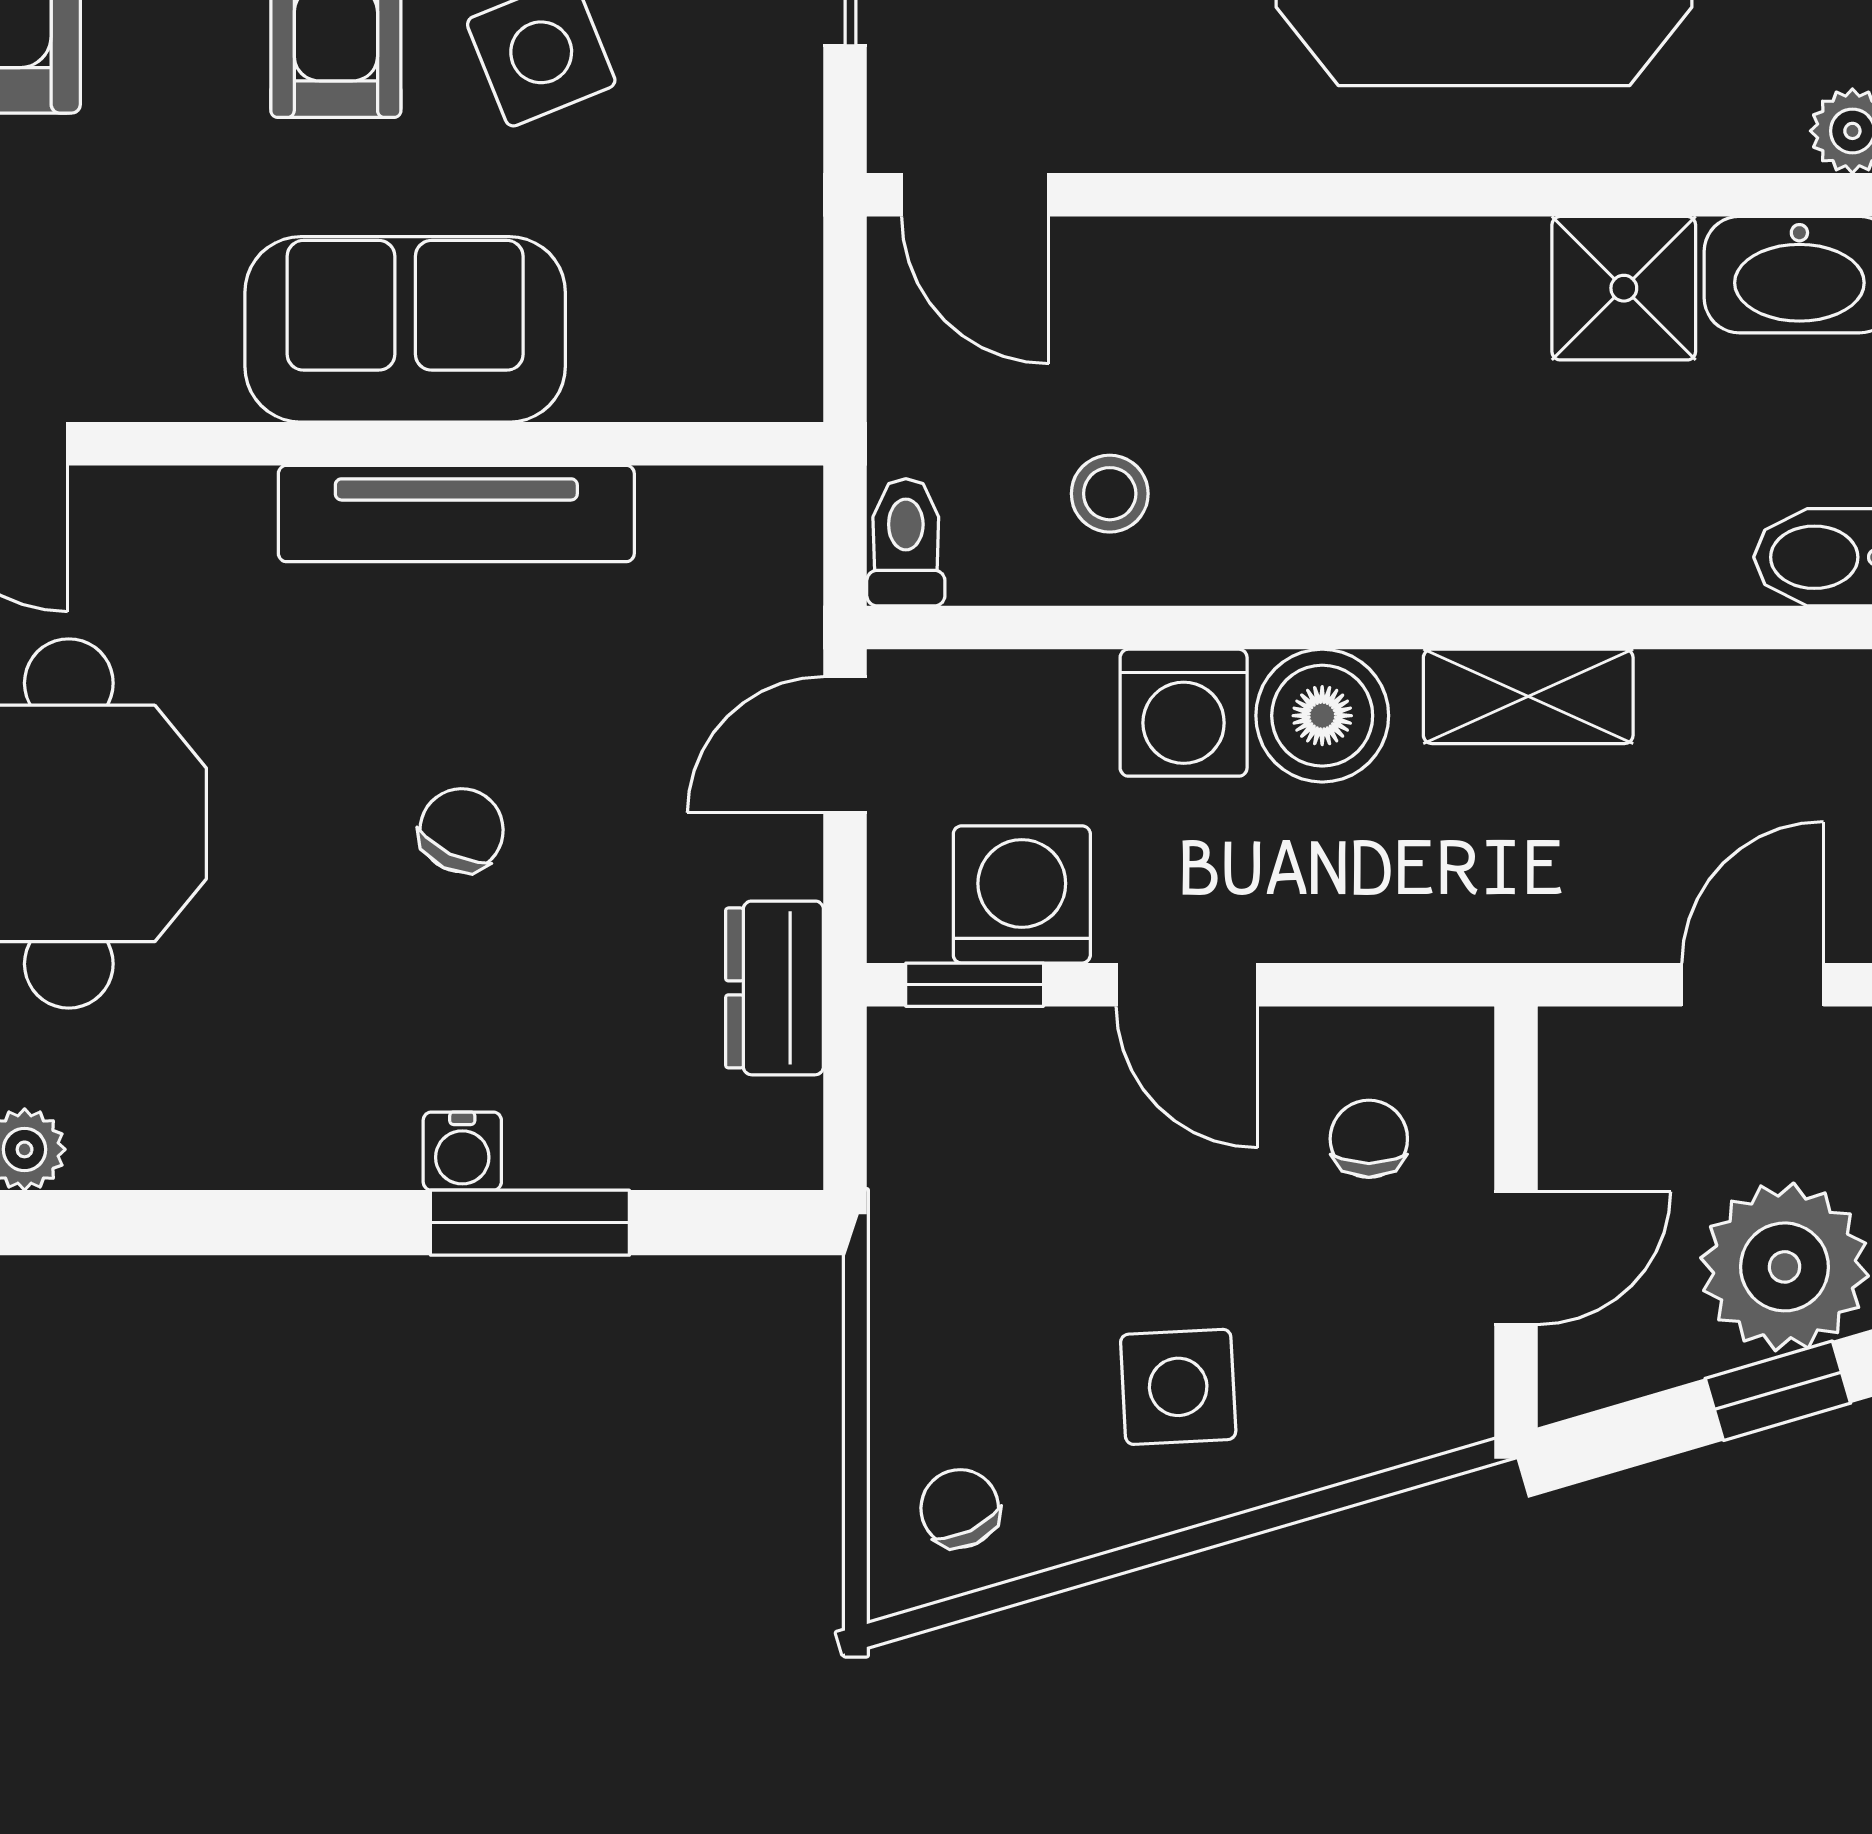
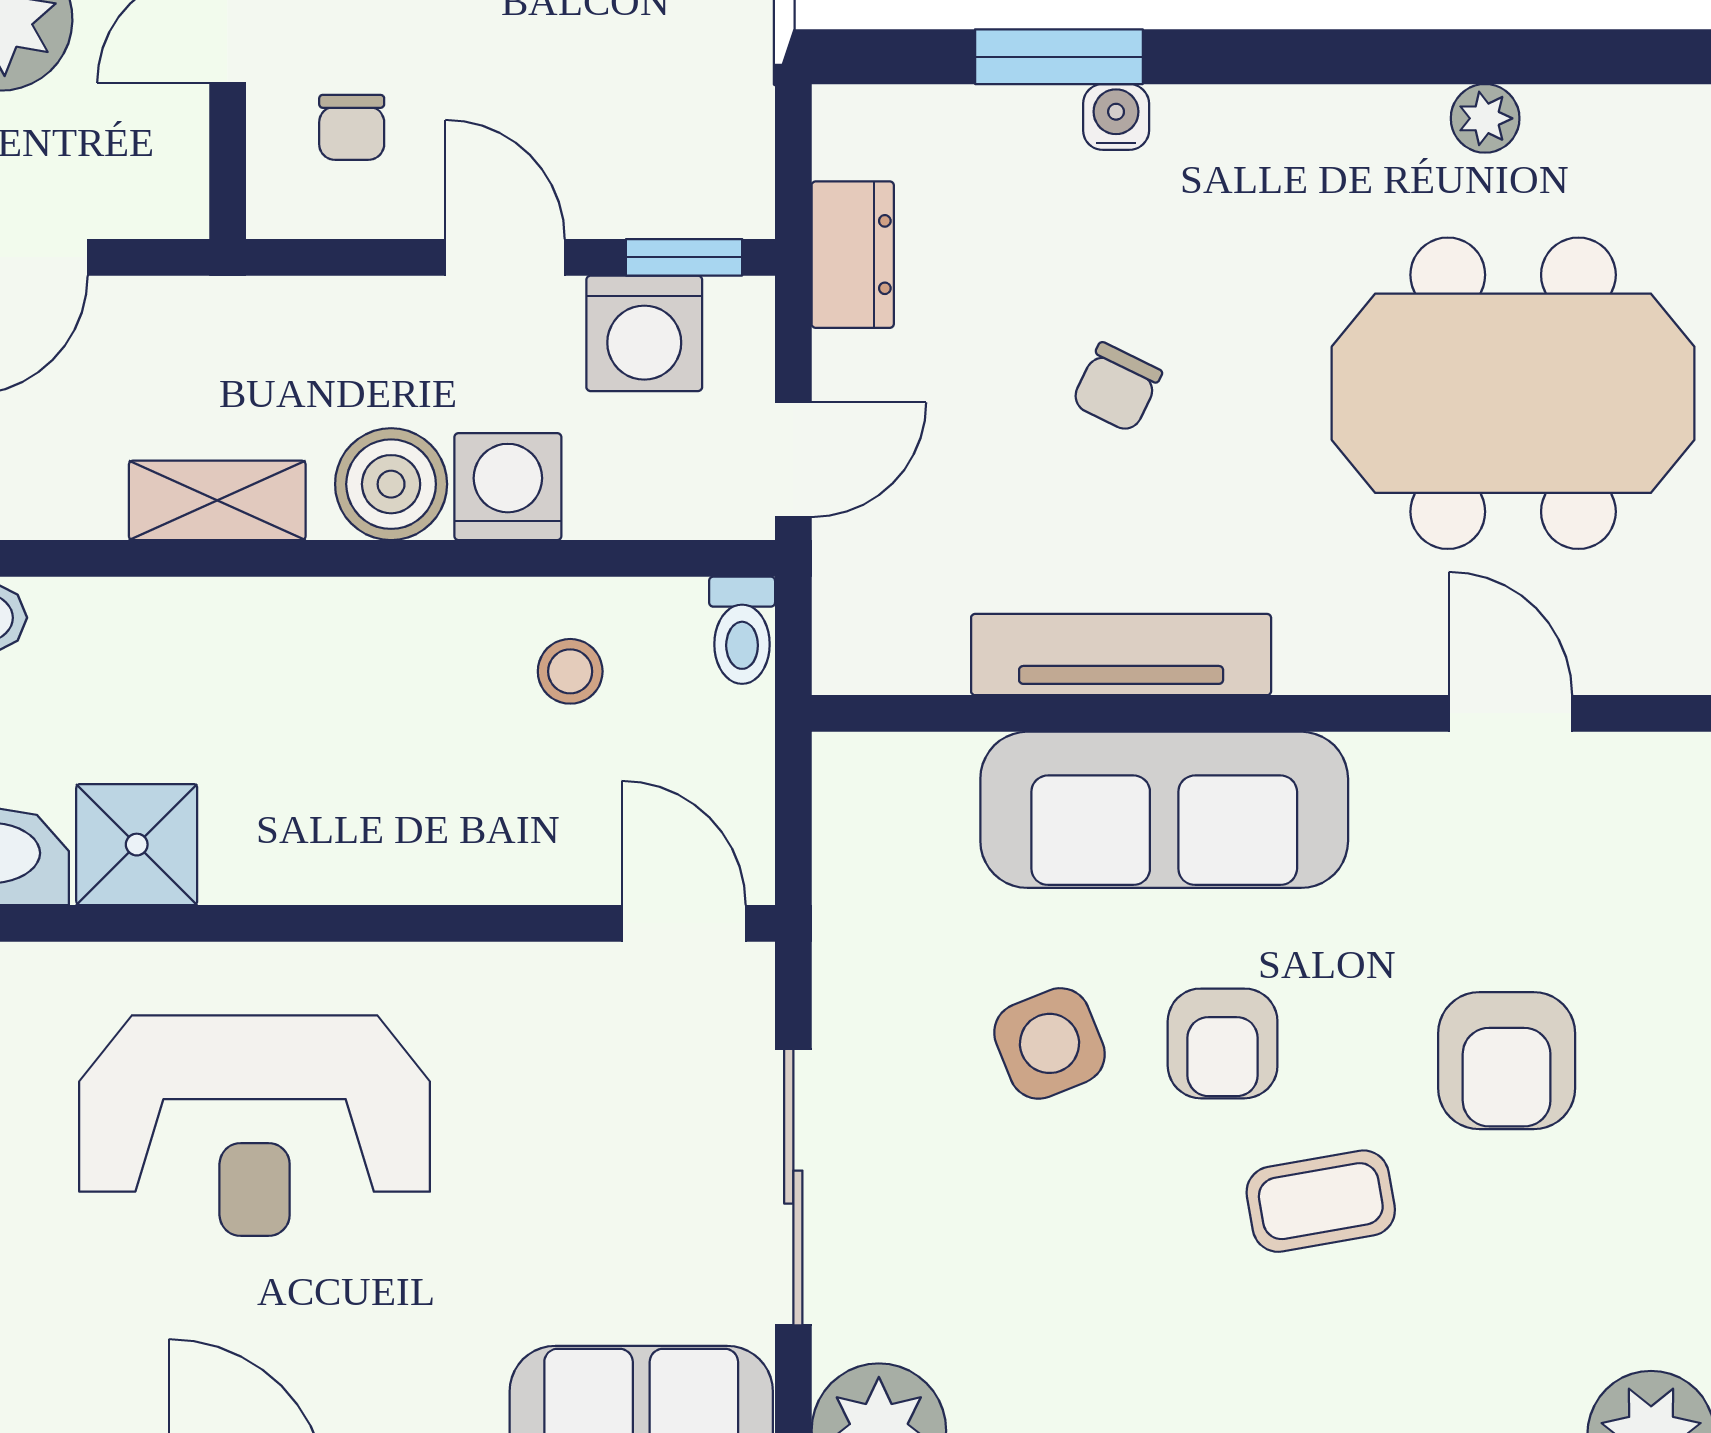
sofa: (405, 329) -> (1164, 810), width x1.36

